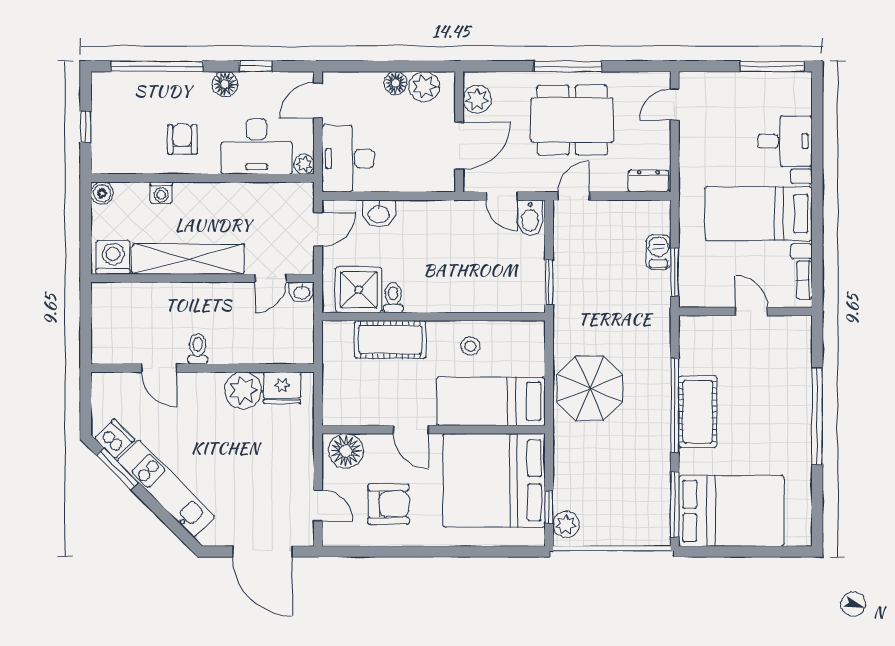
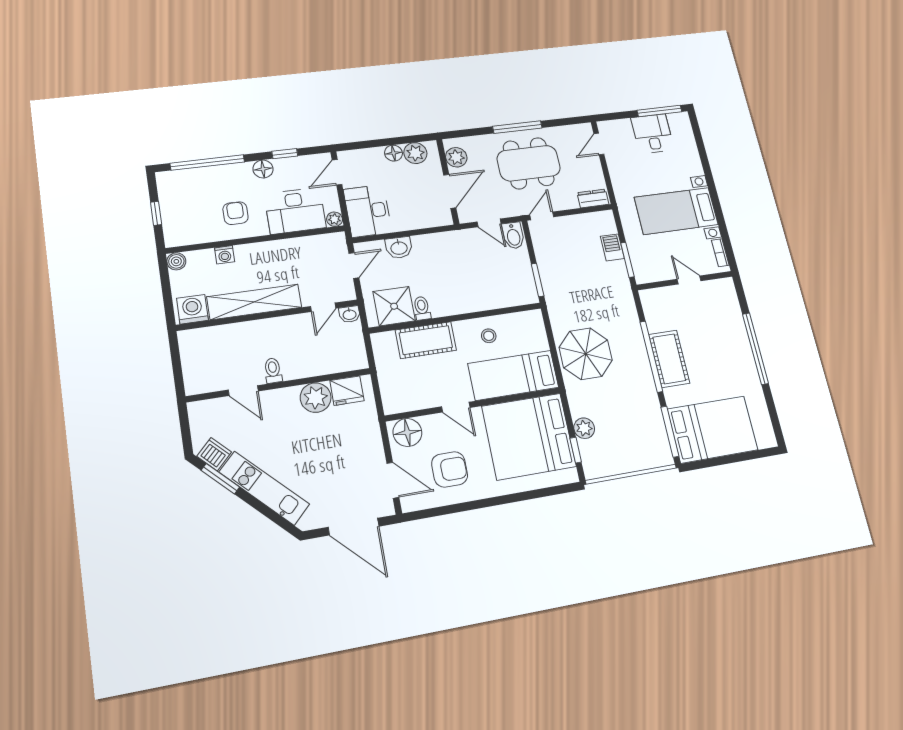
desk: (785, 141) -> (652, 134), moved, turned -90
door: (318, 505) -> (393, 480), width x1.38
plant: (566, 524) -> (584, 428), moved

